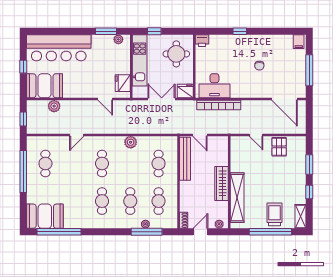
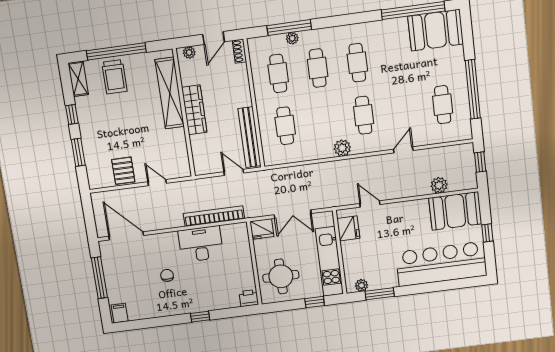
desk: (214, 86) -> (201, 244), moved
plant: (131, 142) -> (342, 148), moved

